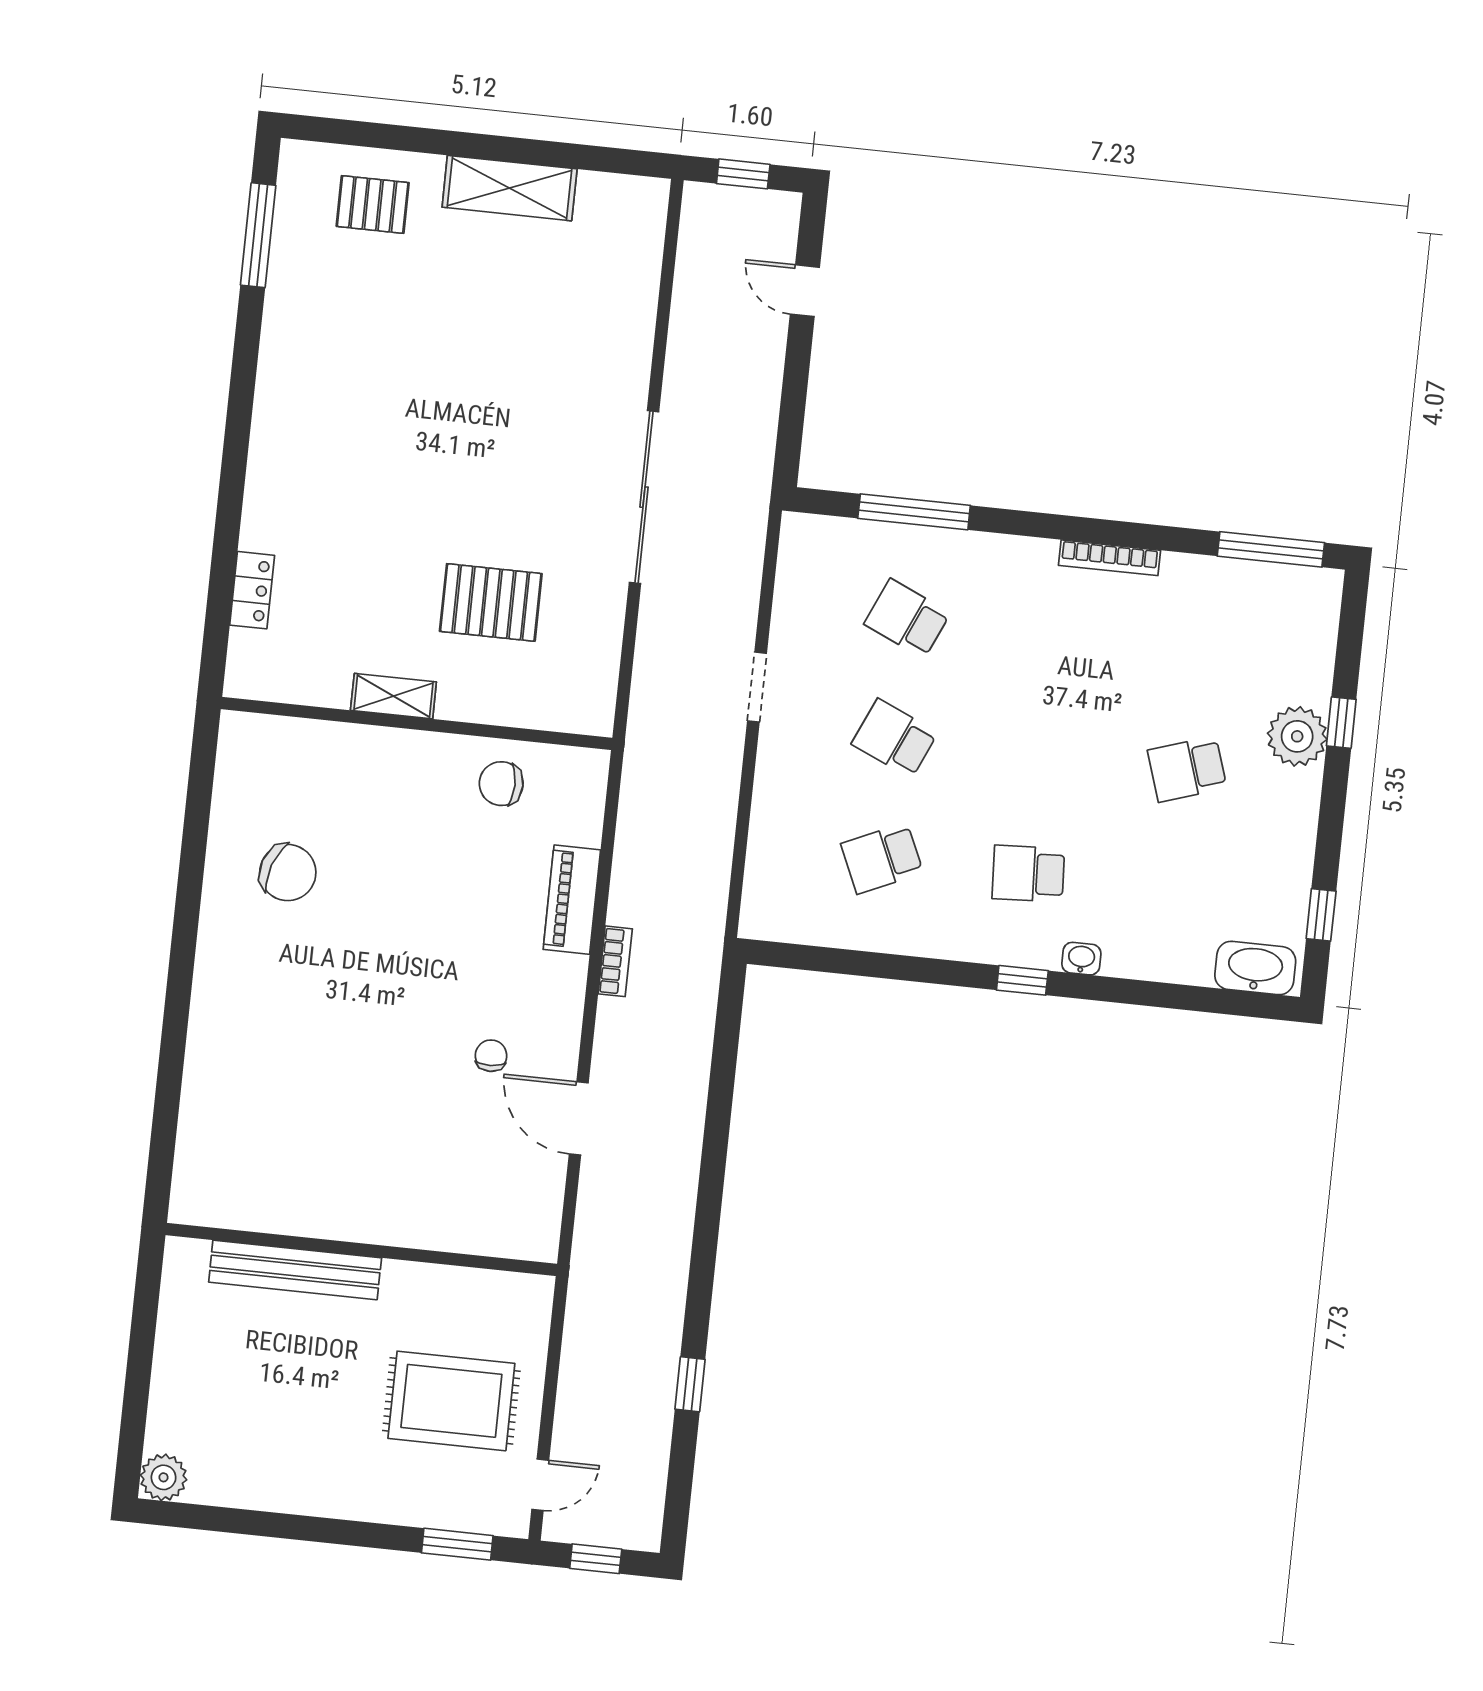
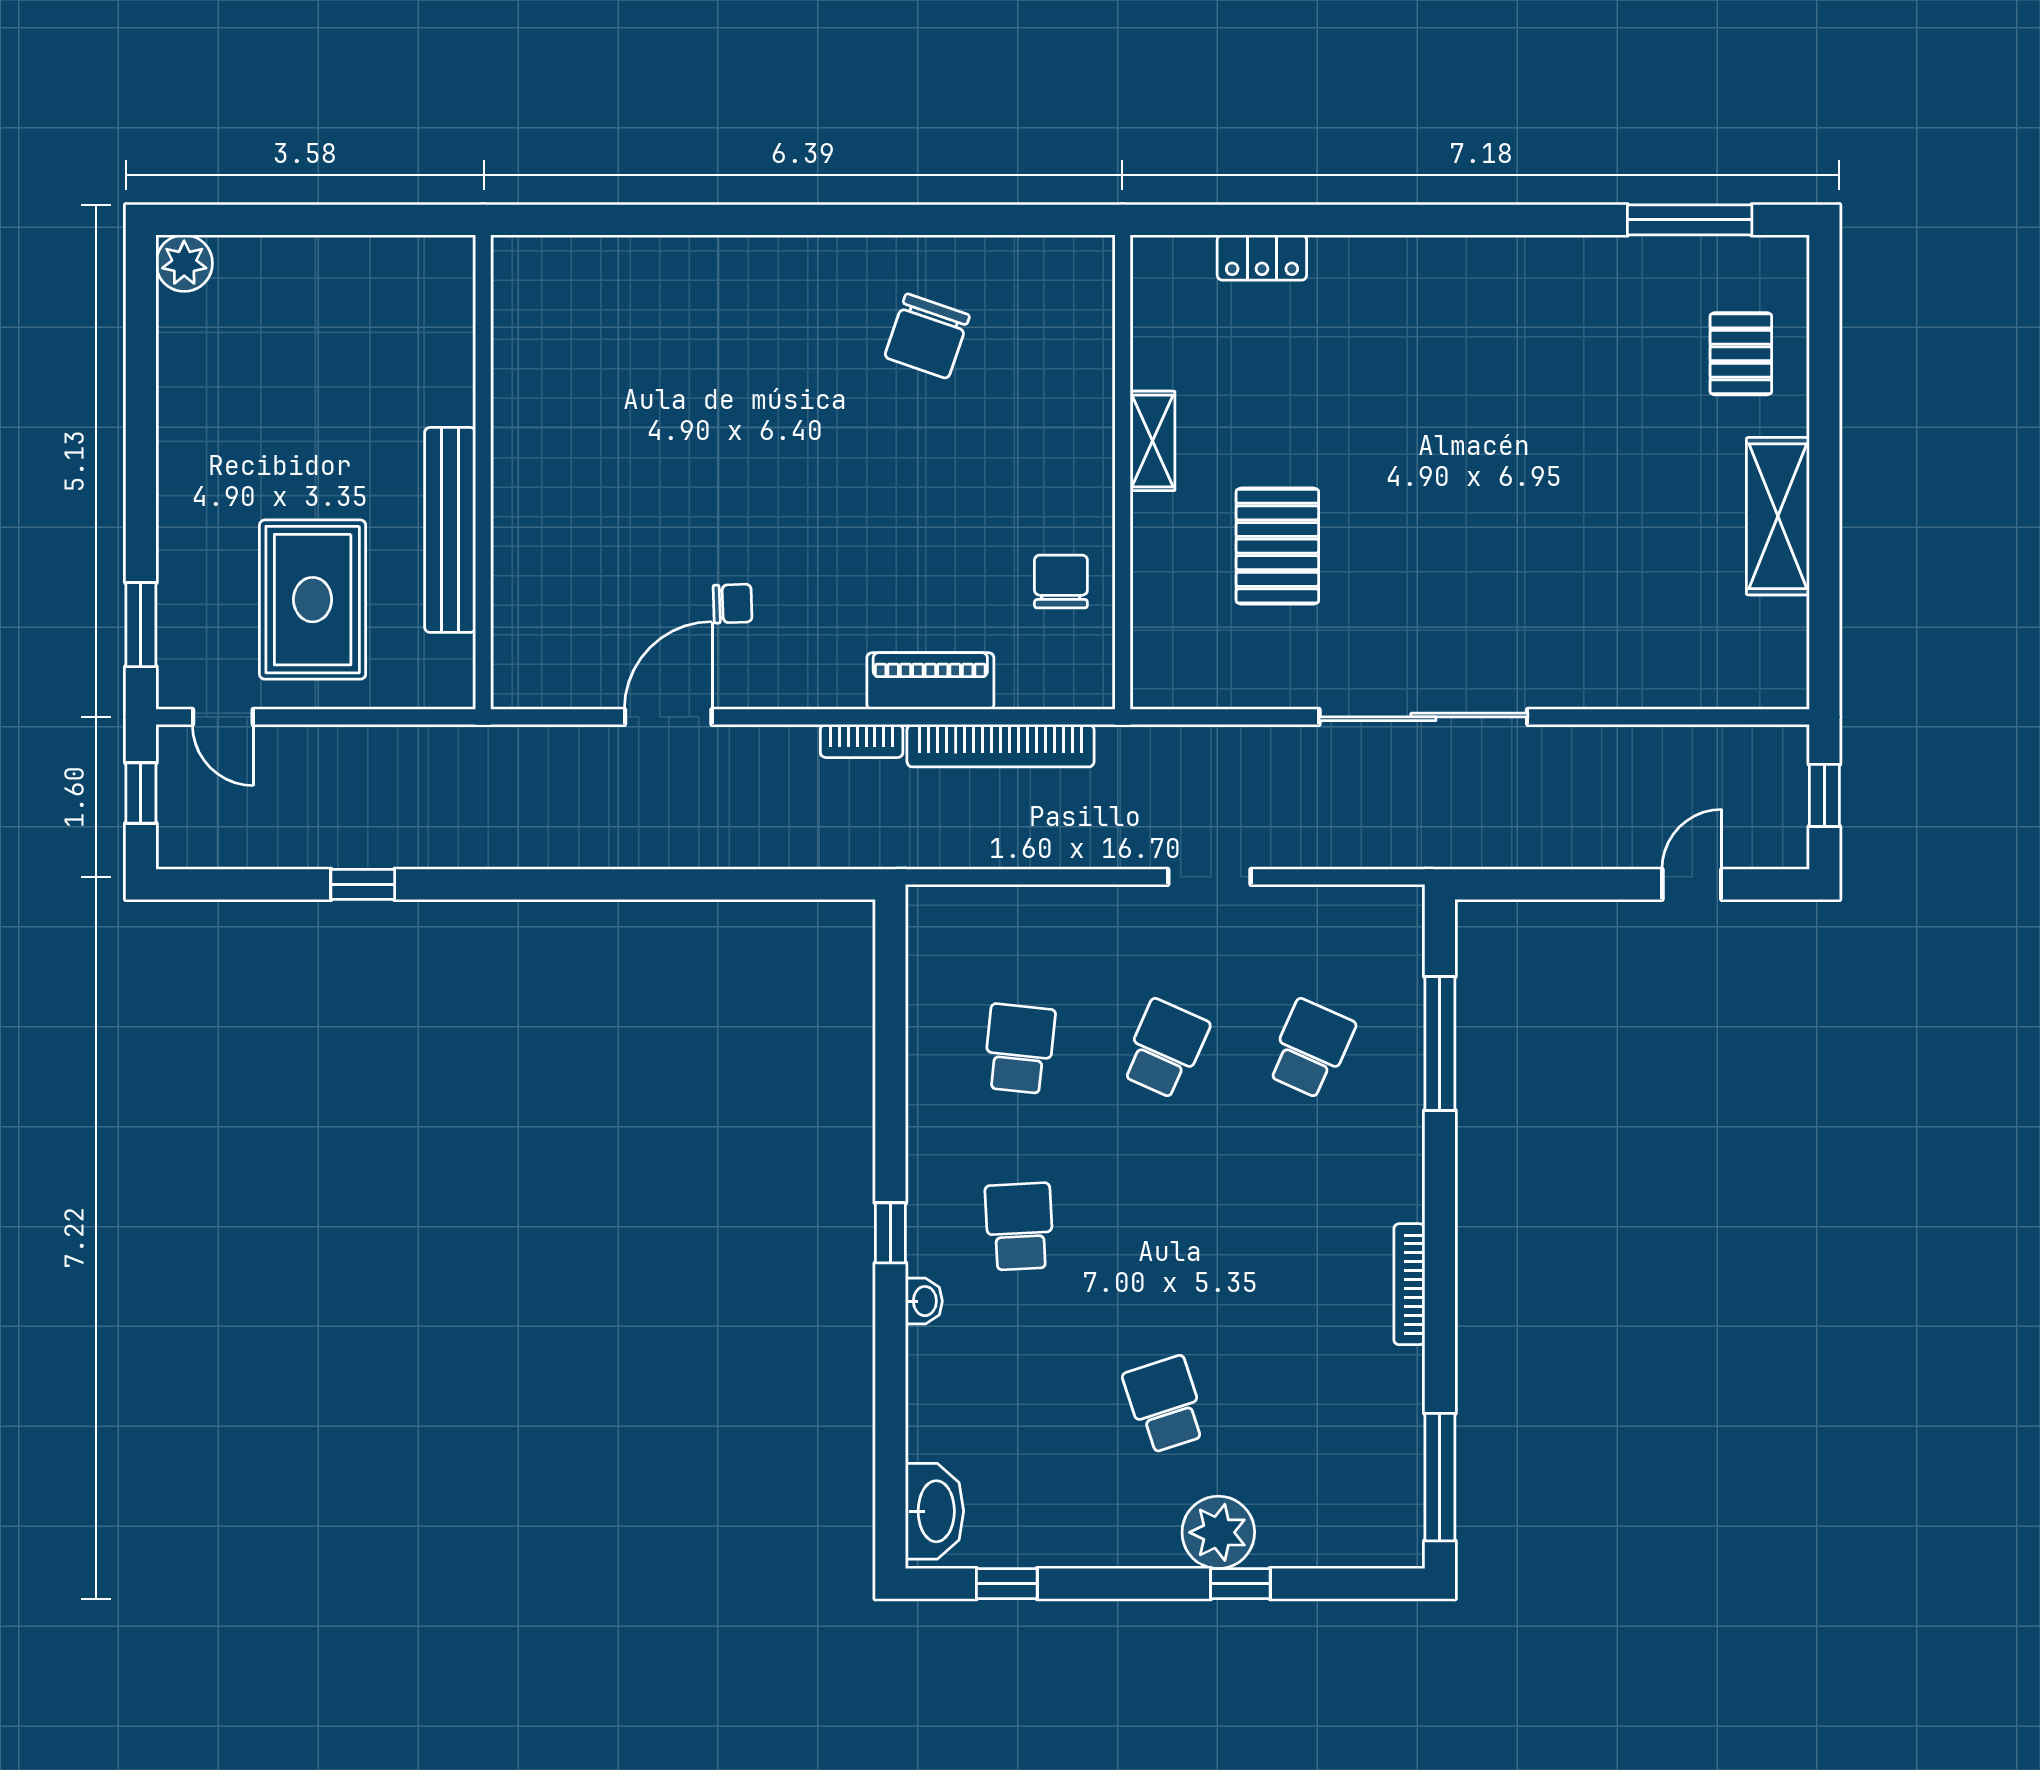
bookcase: (631, 848) -> (1001, 746), added
school desk: (882, 858) -> (1019, 1049), turned 30
bench: (295, 1270) -> (450, 530), moved

